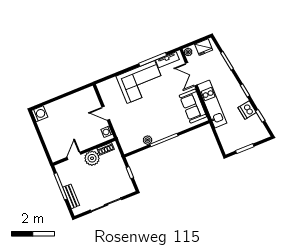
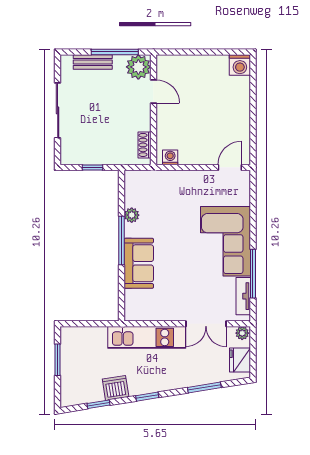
double door: (191, 74) -> (206, 324), swing flipped
sofa: (193, 106) -> (139, 263), moved, turned 90
door: (106, 113) -> (230, 167), moved
plant: (92, 158) -> (138, 67), moved

